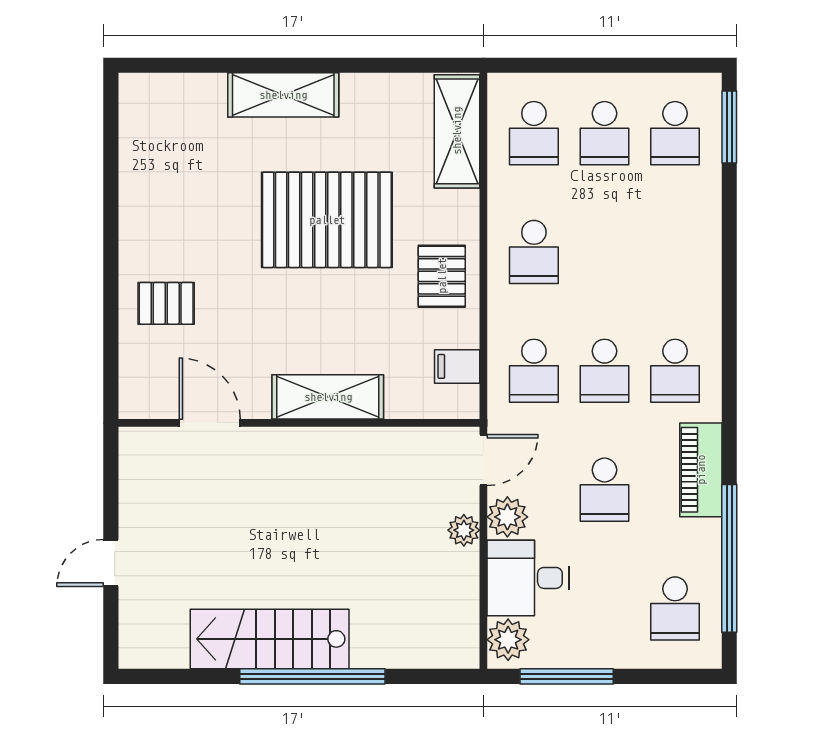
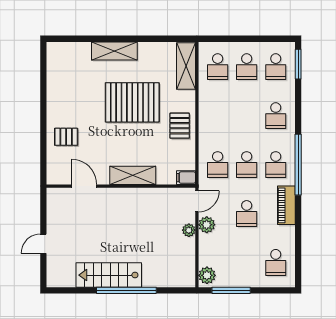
school desk: (534, 252) -> (276, 116), moved
filing cabinet: (457, 366) -> (186, 178), moved
window: (729, 558) -> (298, 165), moved
desk: (528, 578) -> (215, 250), removed

